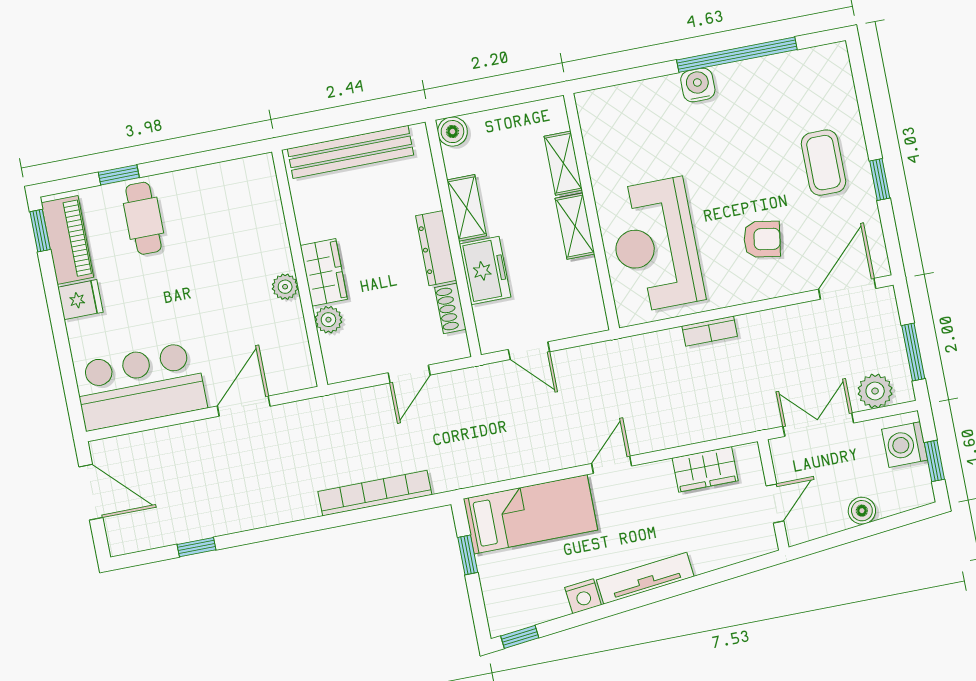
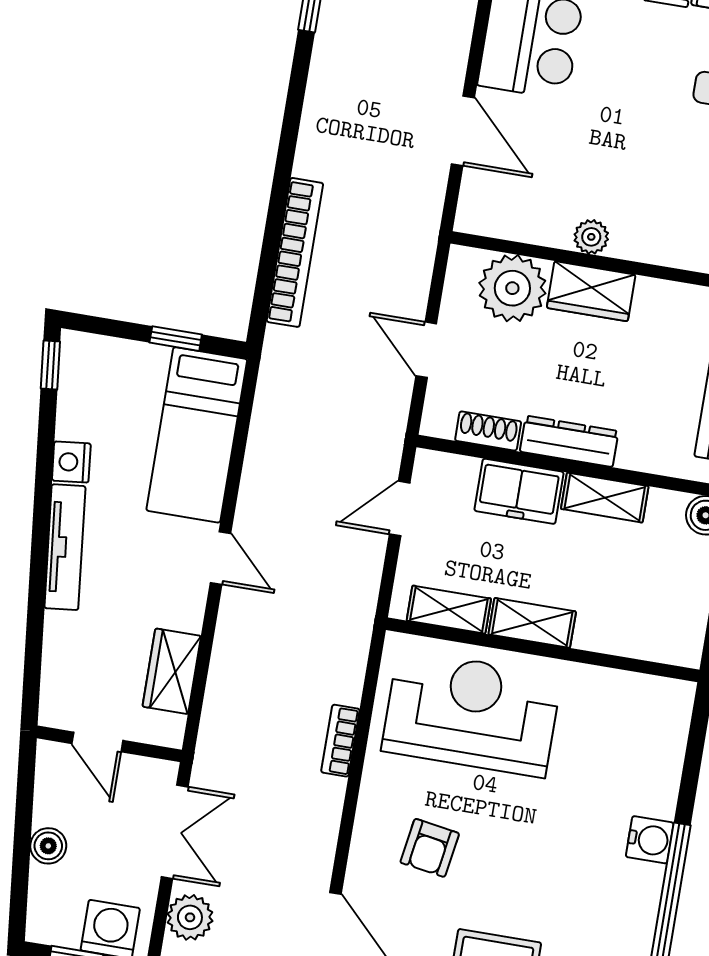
shelving: (563, 163) -> (449, 610), moved
plant: (328, 320) -> (512, 288), width x1.87, depth x1.87

